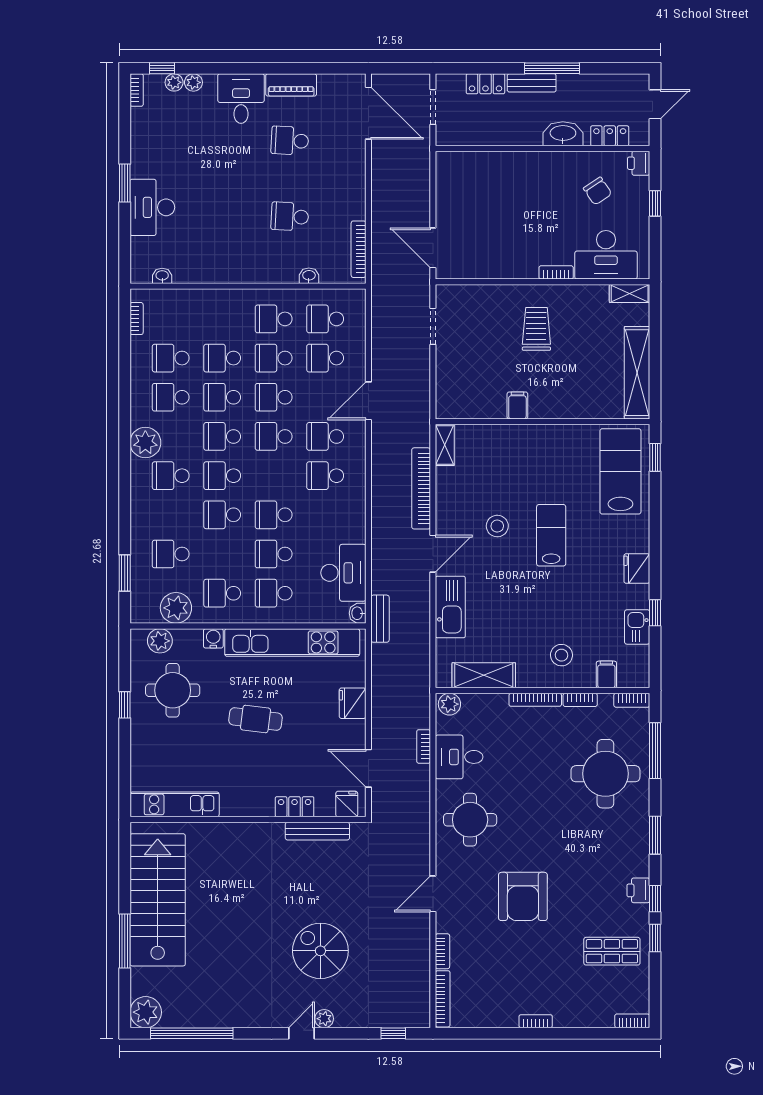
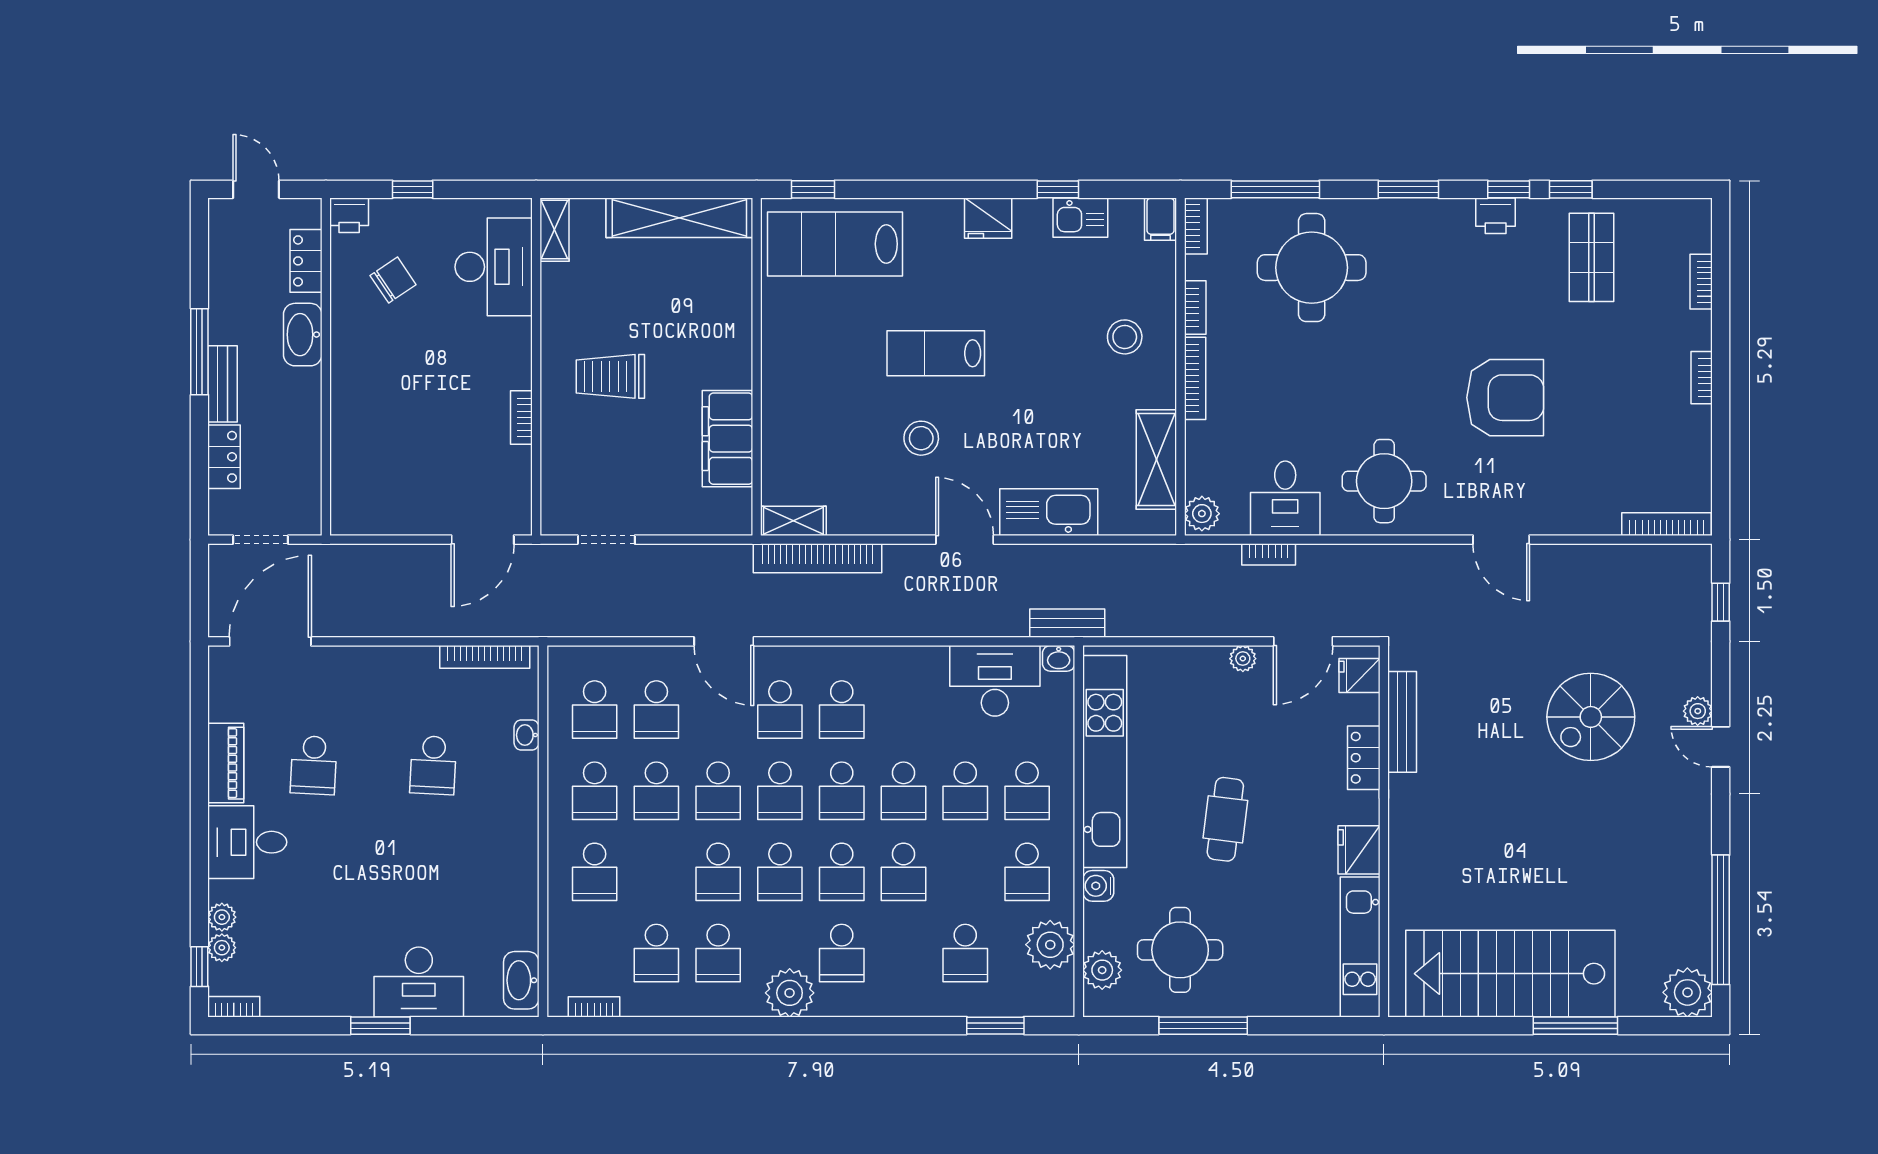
bookcase: (556, 272) -> (521, 417), moved
washbasin: (162, 276) -> (521, 980), width x1.91, depth x1.45
school desk: (222, 358) -> (595, 872), moved
filing cabinet: (517, 405) -> (727, 439), width x3.00, depth x1.17
school desk: (274, 476) -> (842, 791), added
bookcase: (421, 488) -> (818, 558), moved
filing cabinet: (606, 674) -> (1160, 219), moved, turned -90
fridge: (353, 703) -> (1359, 850), moved, turned 90
window: (125, 705) -> (1203, 1026), width x2.17
plant: (357, 730) -> (1243, 659), added
bookcase: (443, 951) -> (1592, 524), removed
bookcase: (632, 1021) -> (1701, 282), moved

